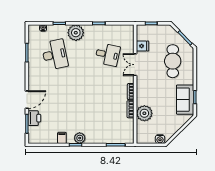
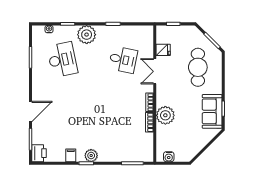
plant: (144, 113) -> (165, 115), moved
printer: (34, 118) -> (39, 153), moved
water cooler: (160, 139) -> (169, 157), moved

